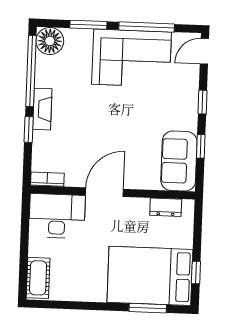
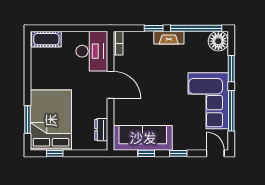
sofa: (179, 161) -> (143, 138), width x1.36

